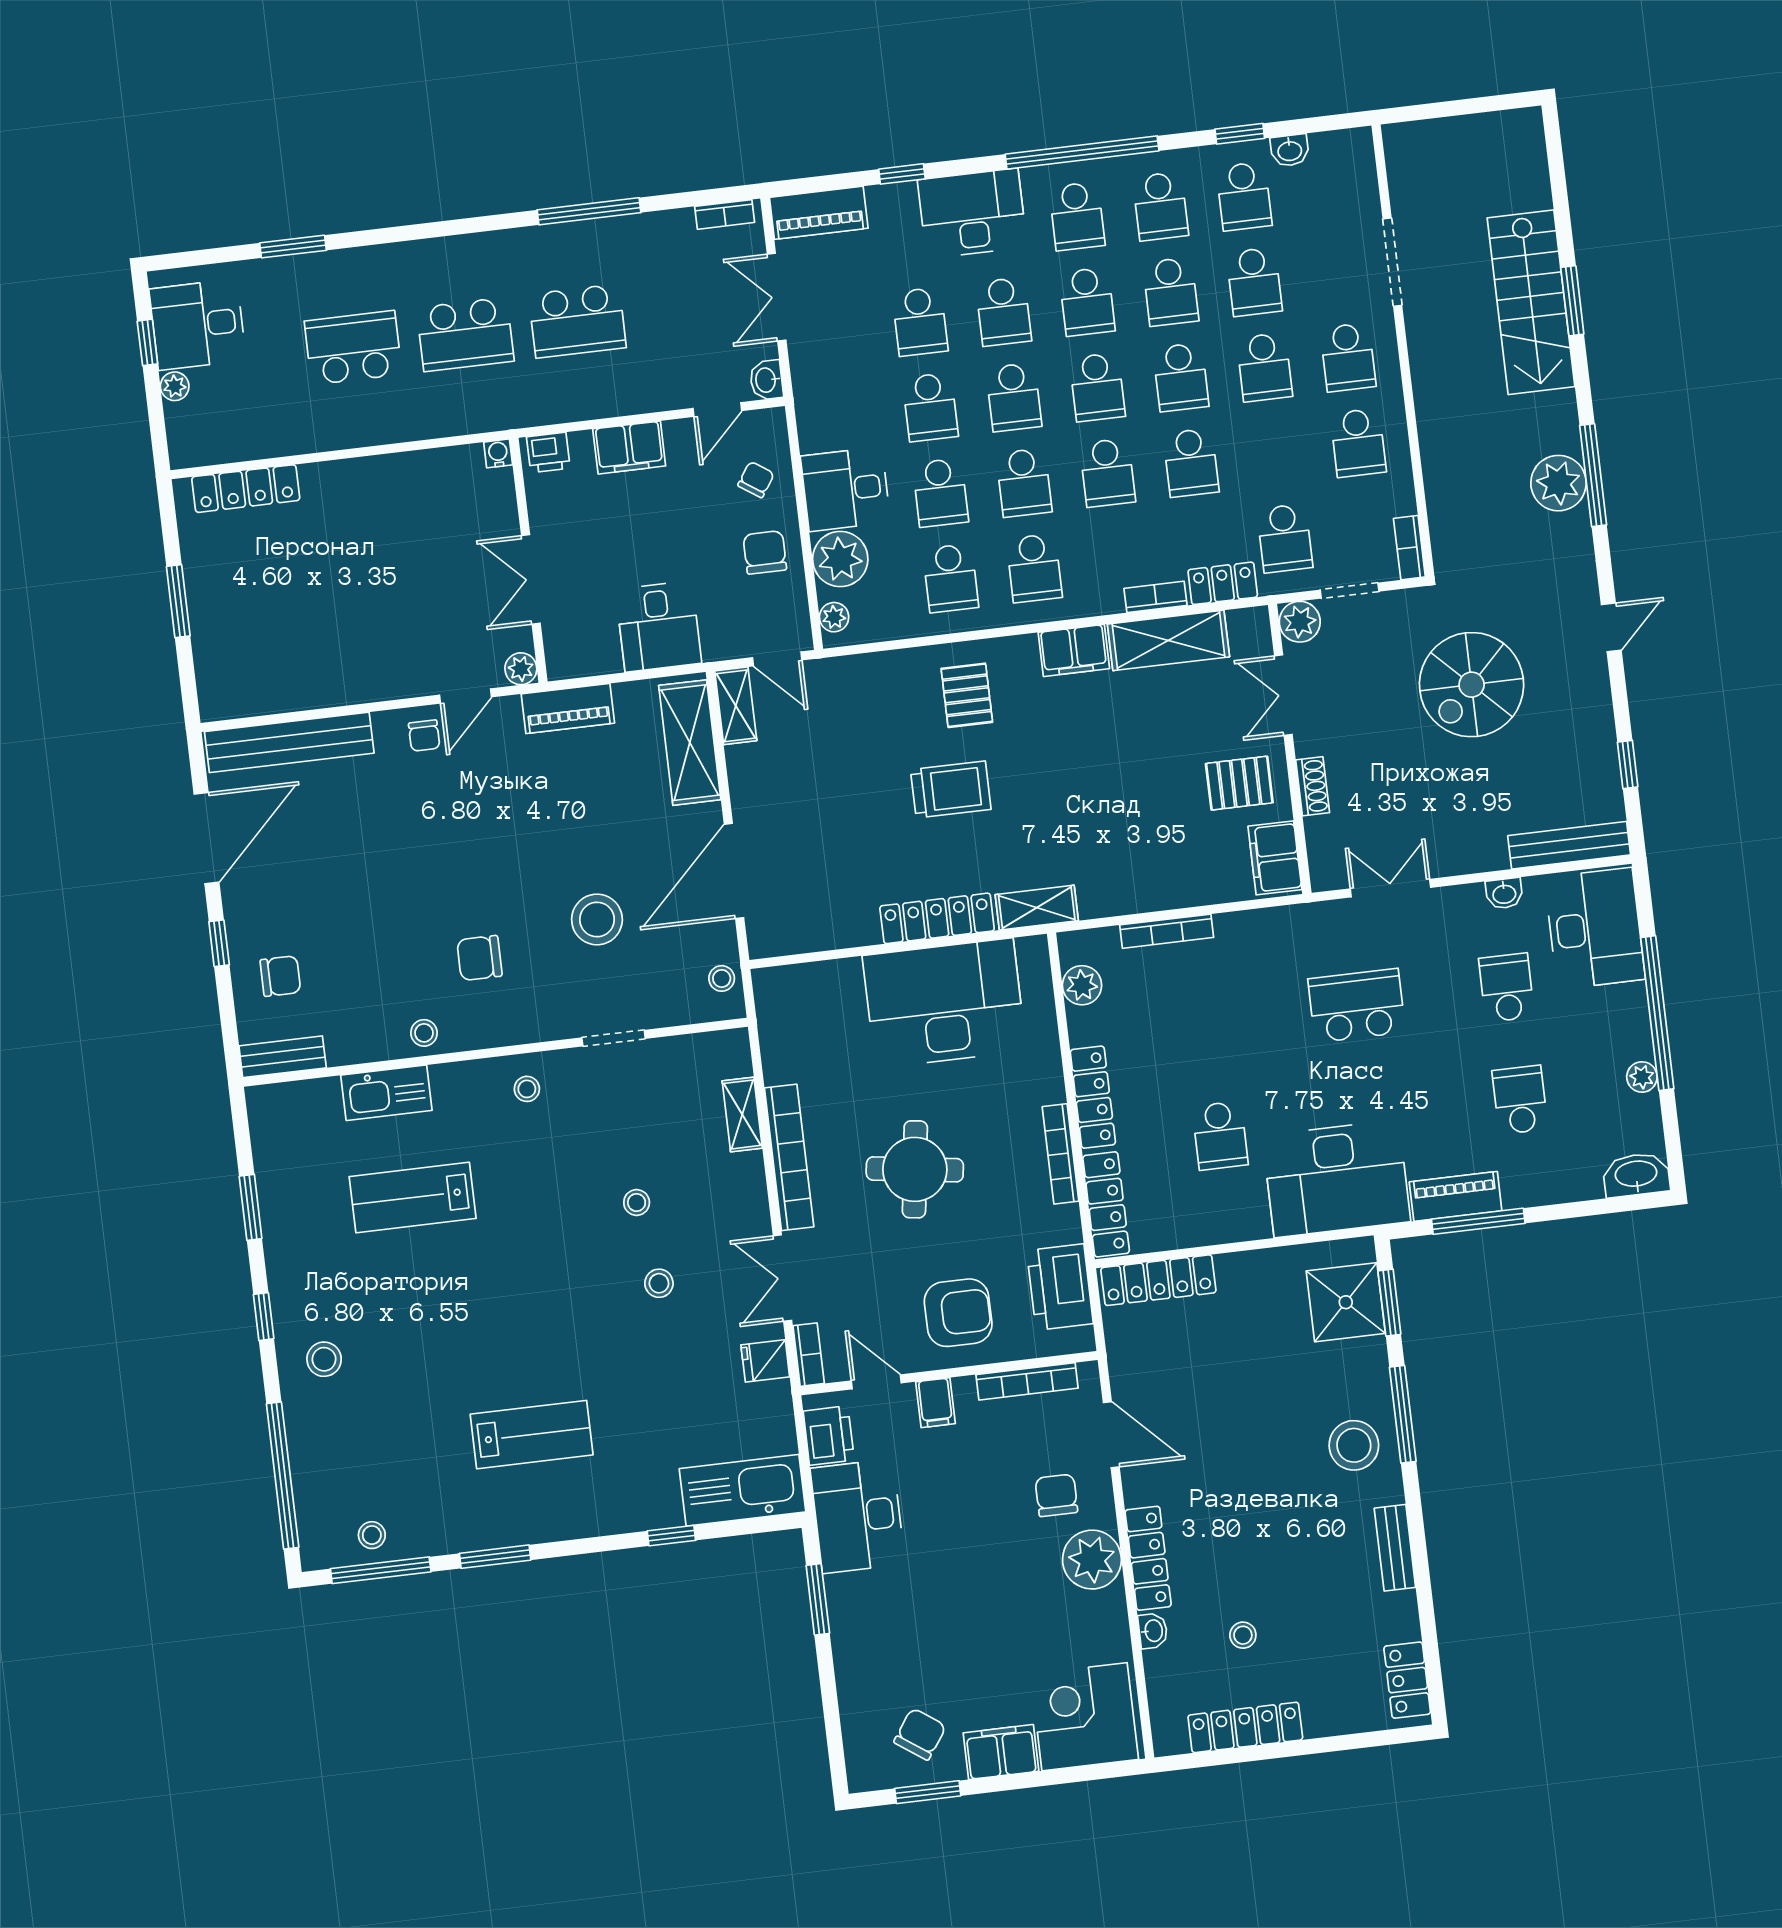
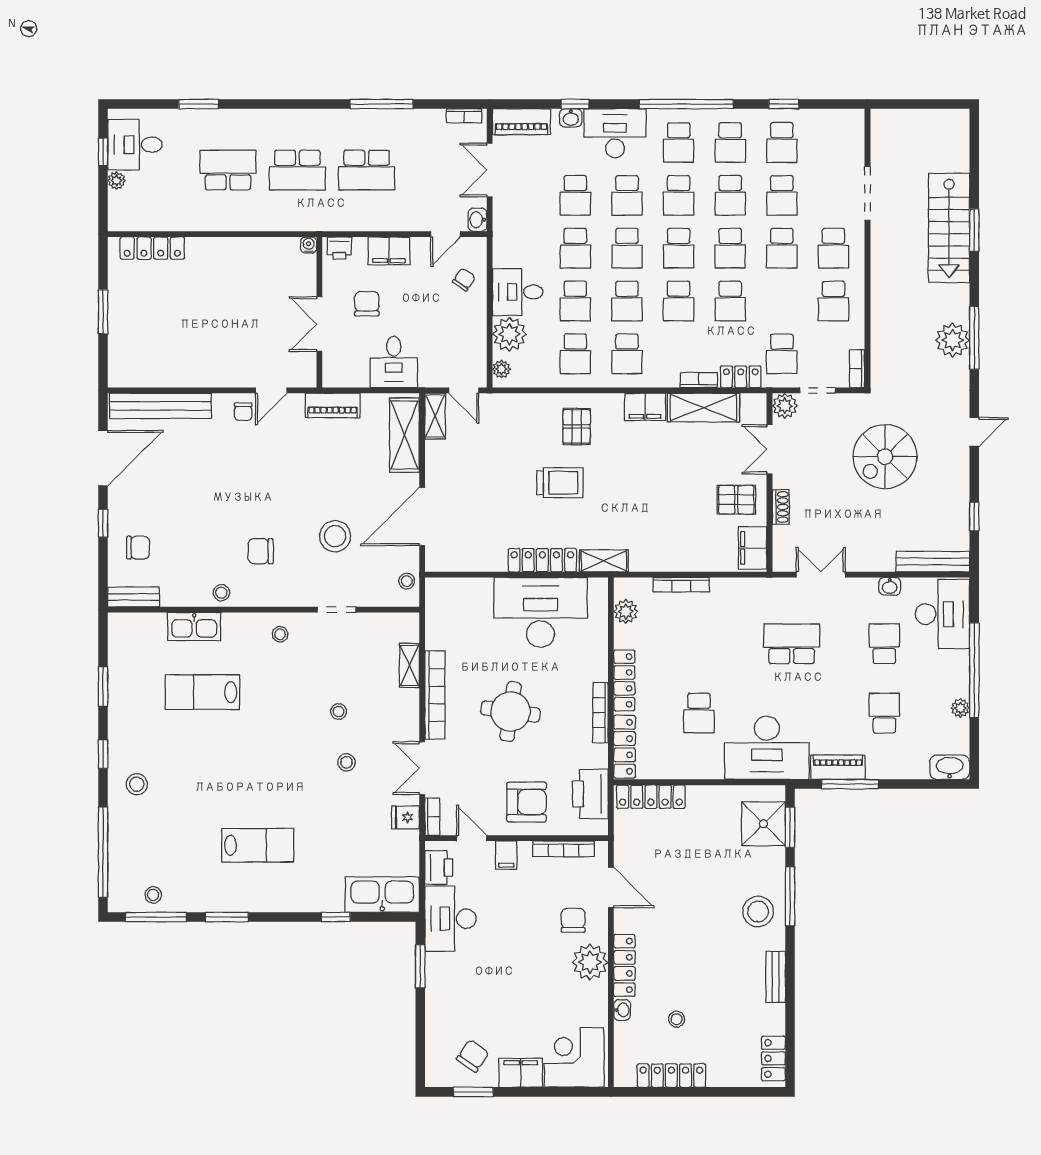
washbasin: (1290, 150) -> (571, 118), moved
chair: (765, 552) -> (367, 304), moved
plant: (521, 669) -> (307, 378), removed

